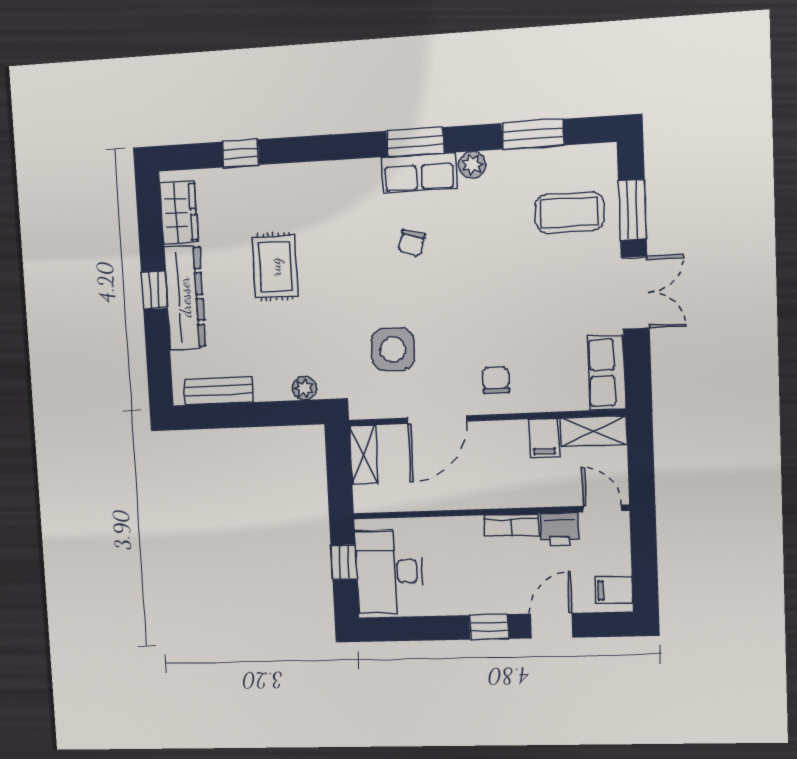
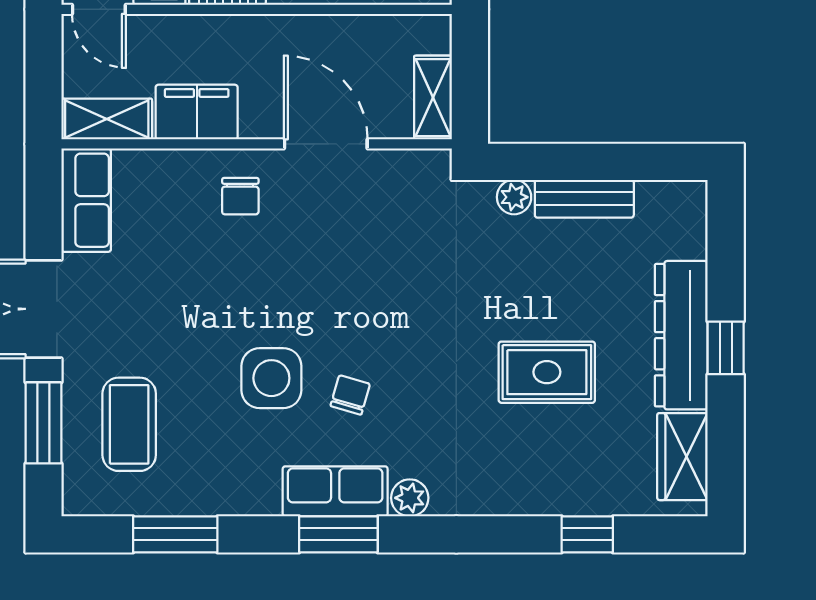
plant: (472, 165) -> (410, 498), moved
coffee table: (569, 212) -> (129, 424), turned 90
rug: (275, 267) -> (547, 372), turned 90
side table: (393, 349) -> (271, 378), moved
bench: (218, 391) -> (584, 199), moved
door: (437, 420) -> (326, 144), hinge flipped
filing cabinet: (544, 438) -> (197, 112), width x2.00

